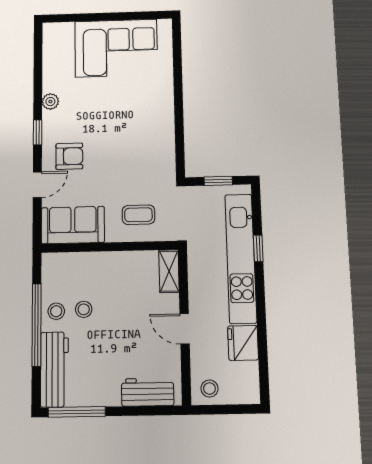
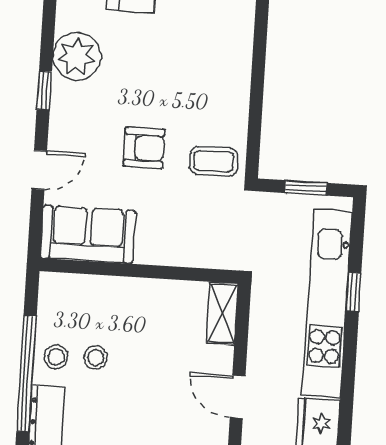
plant: (50, 102) -> (77, 56), width x1.88, depth x1.88
armchair: (69, 156) -> (144, 148), moved
coffee table: (138, 215) -> (214, 161), moved

